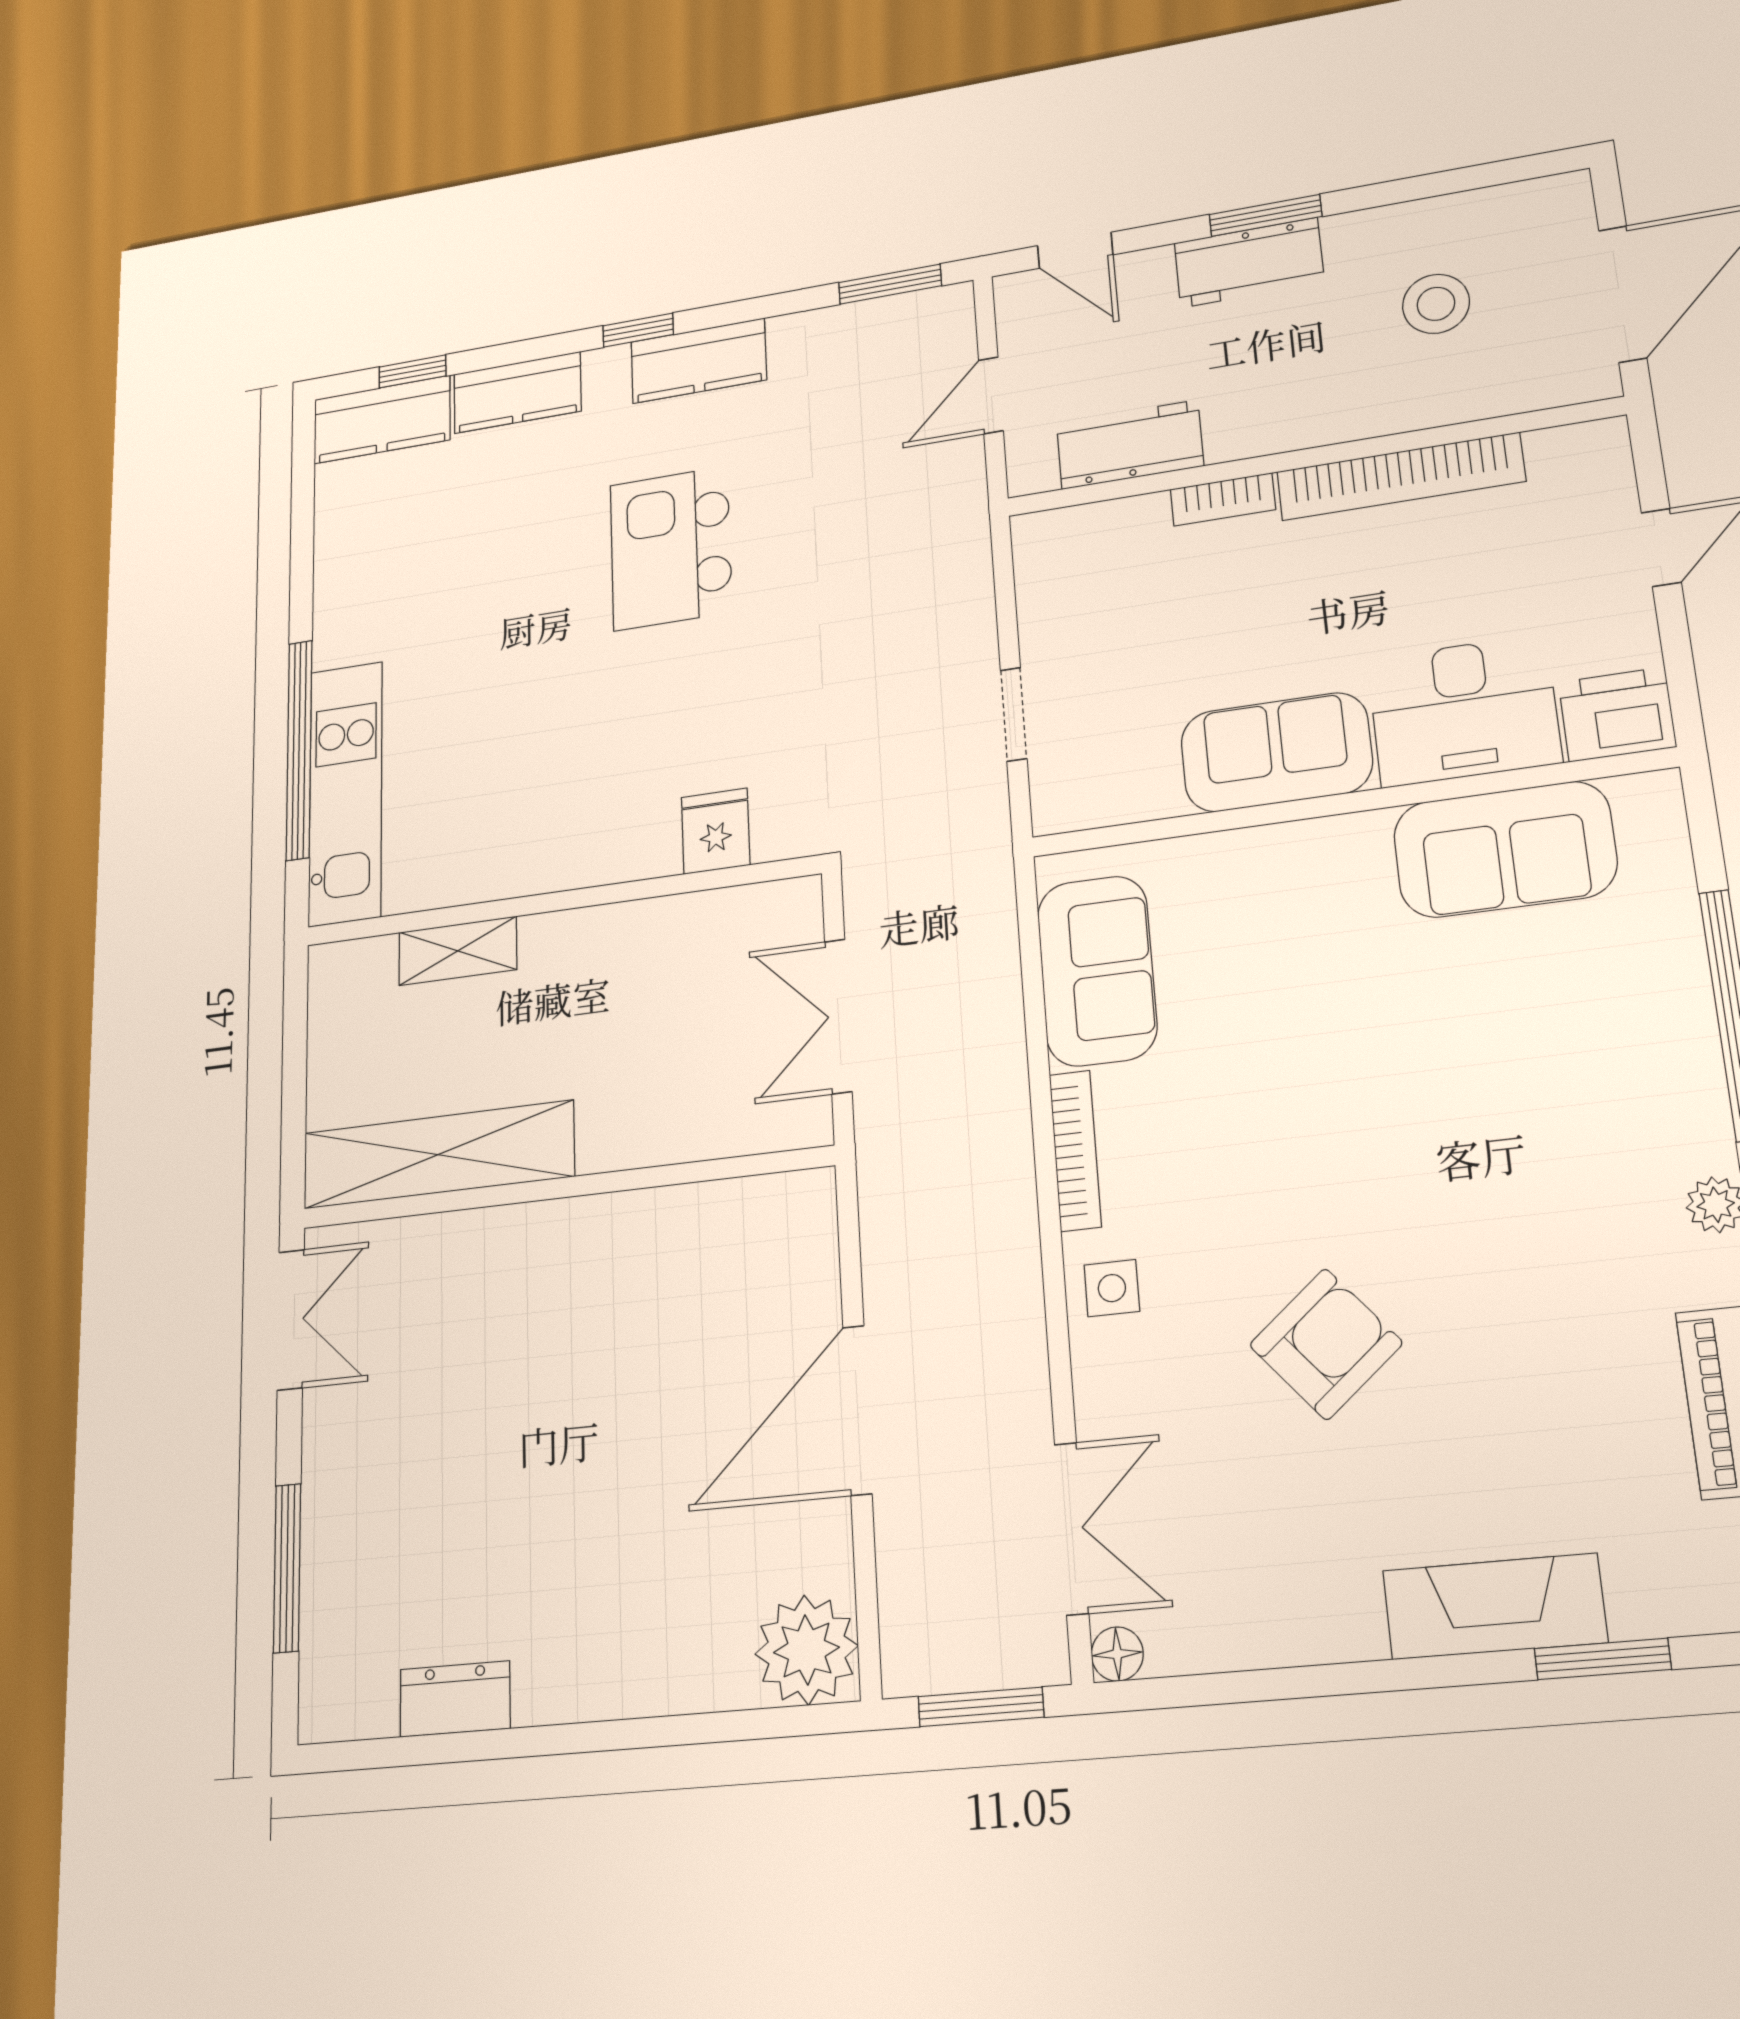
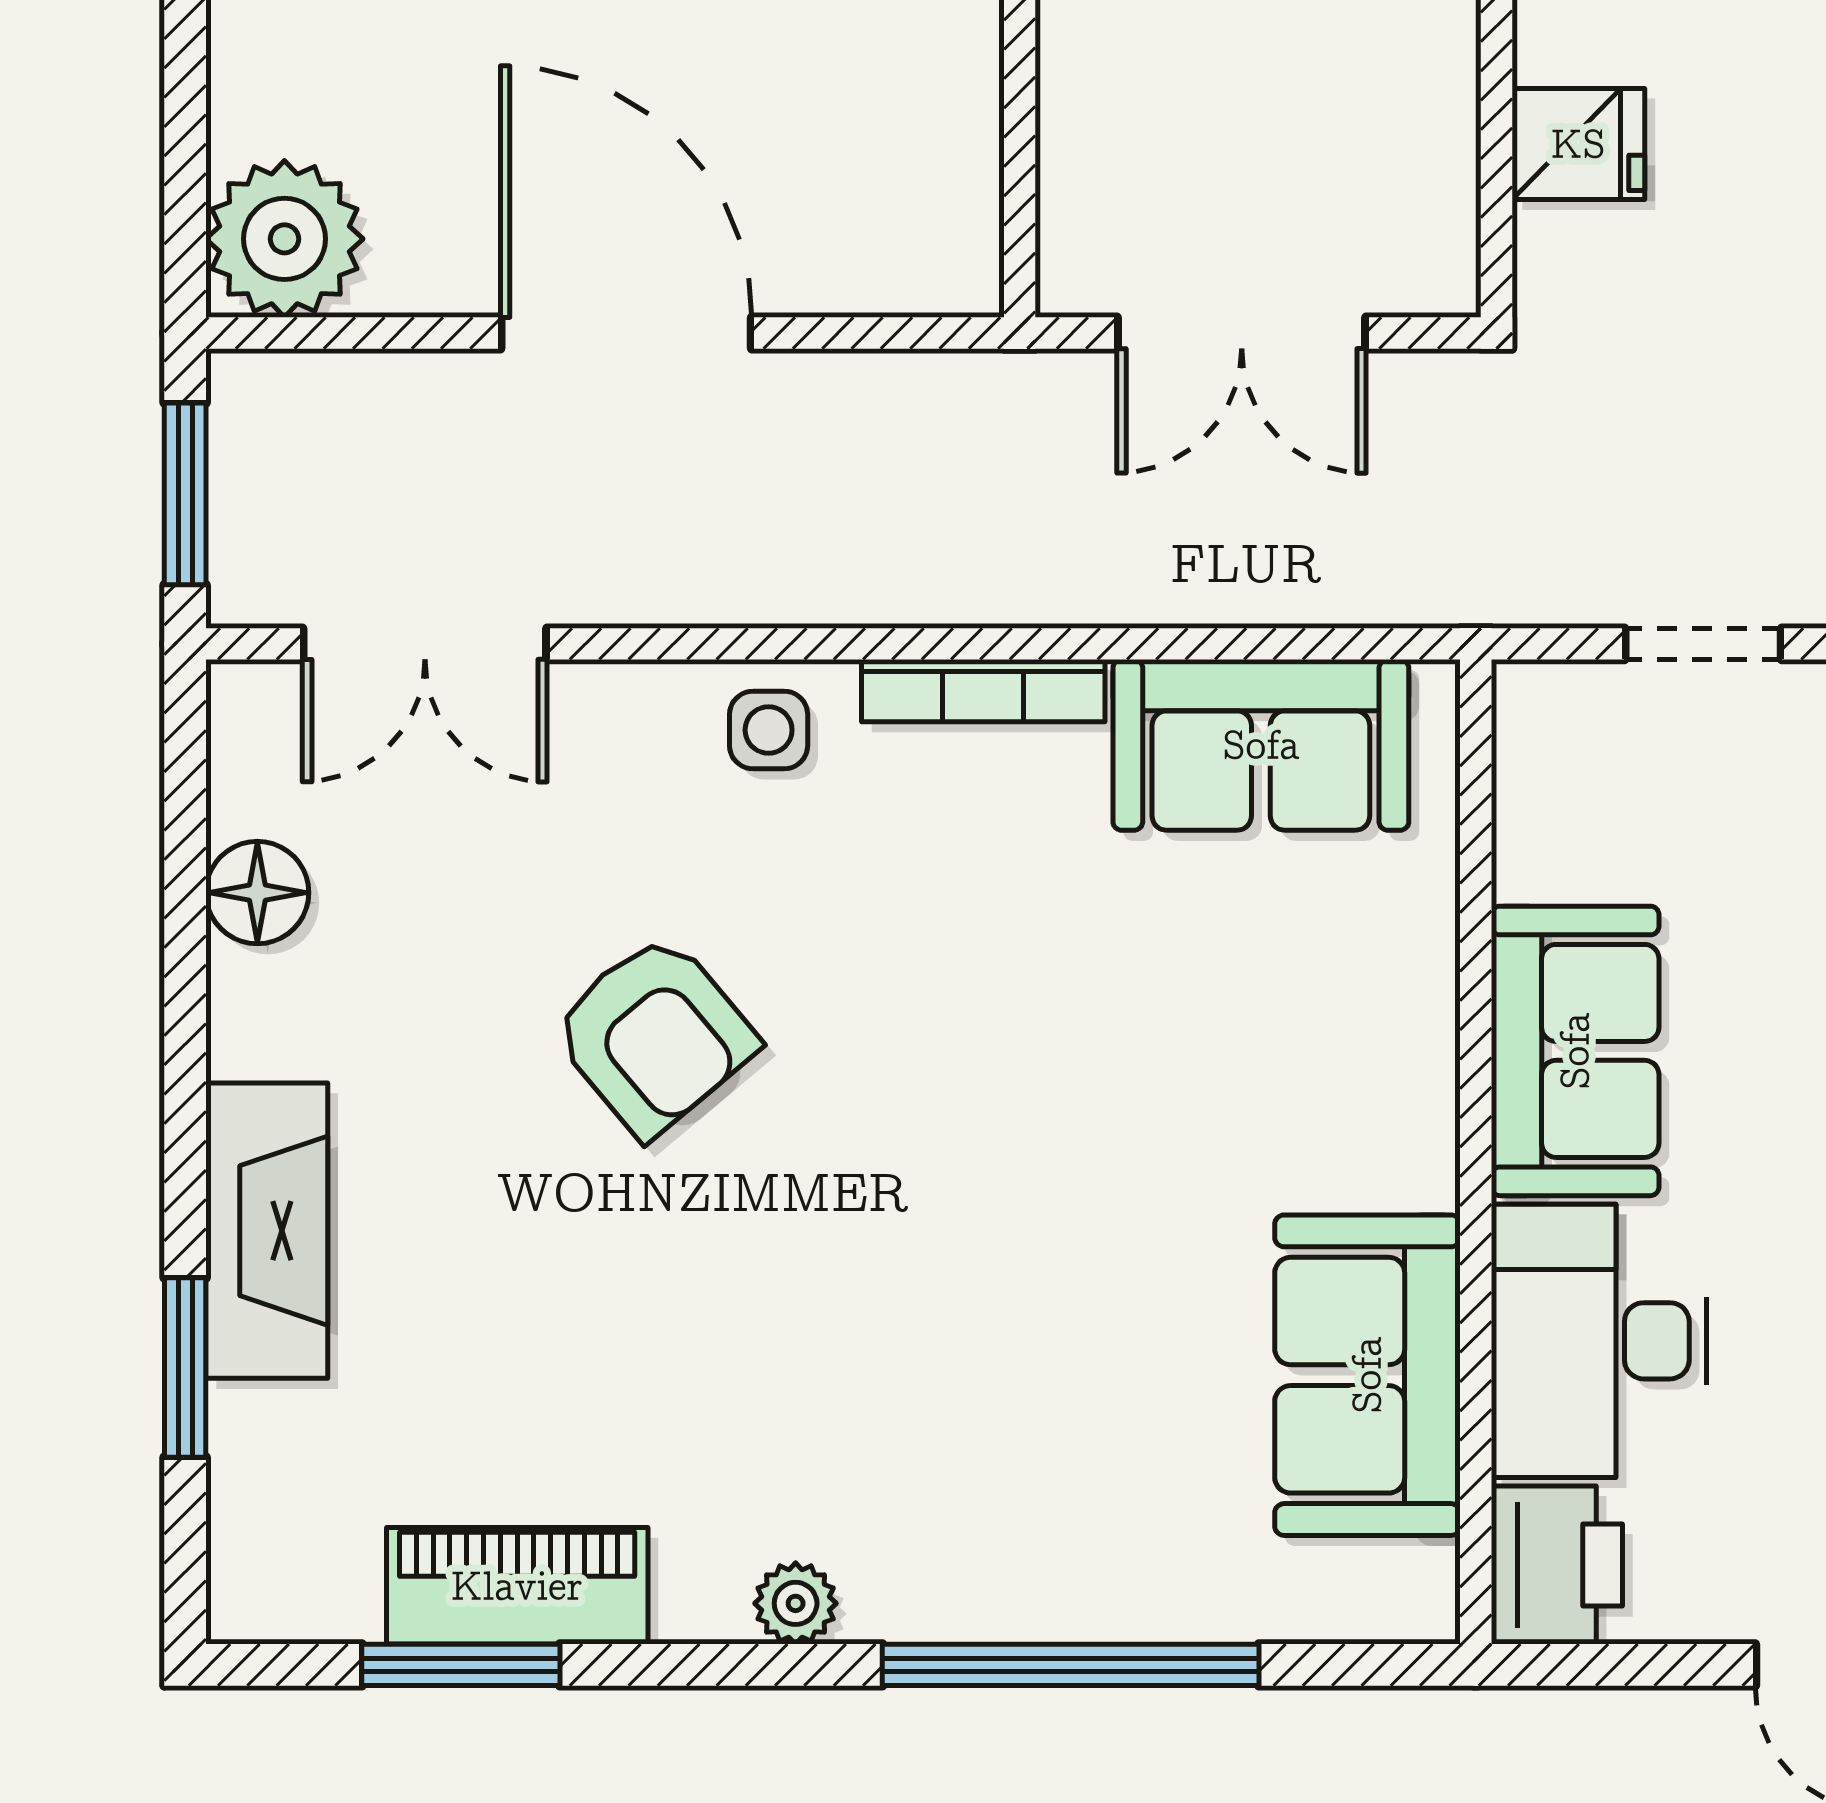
double door: (838, 1016) -> (1242, 333), swing flipped
floor lamp: (1117, 1654) -> (257, 893), moved, width x1.37, depth x1.37

